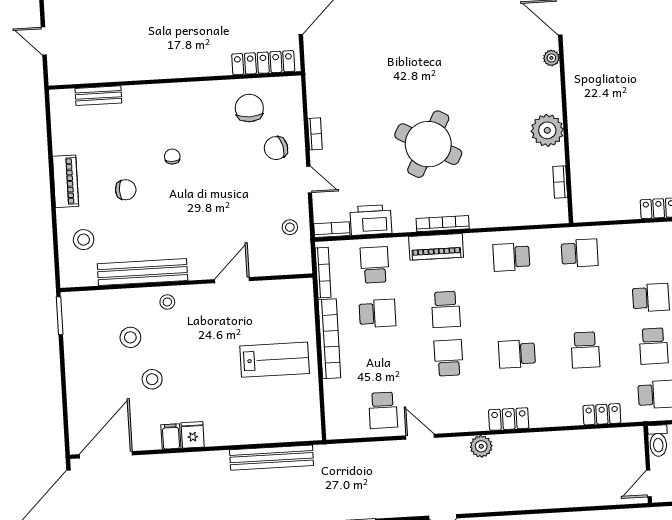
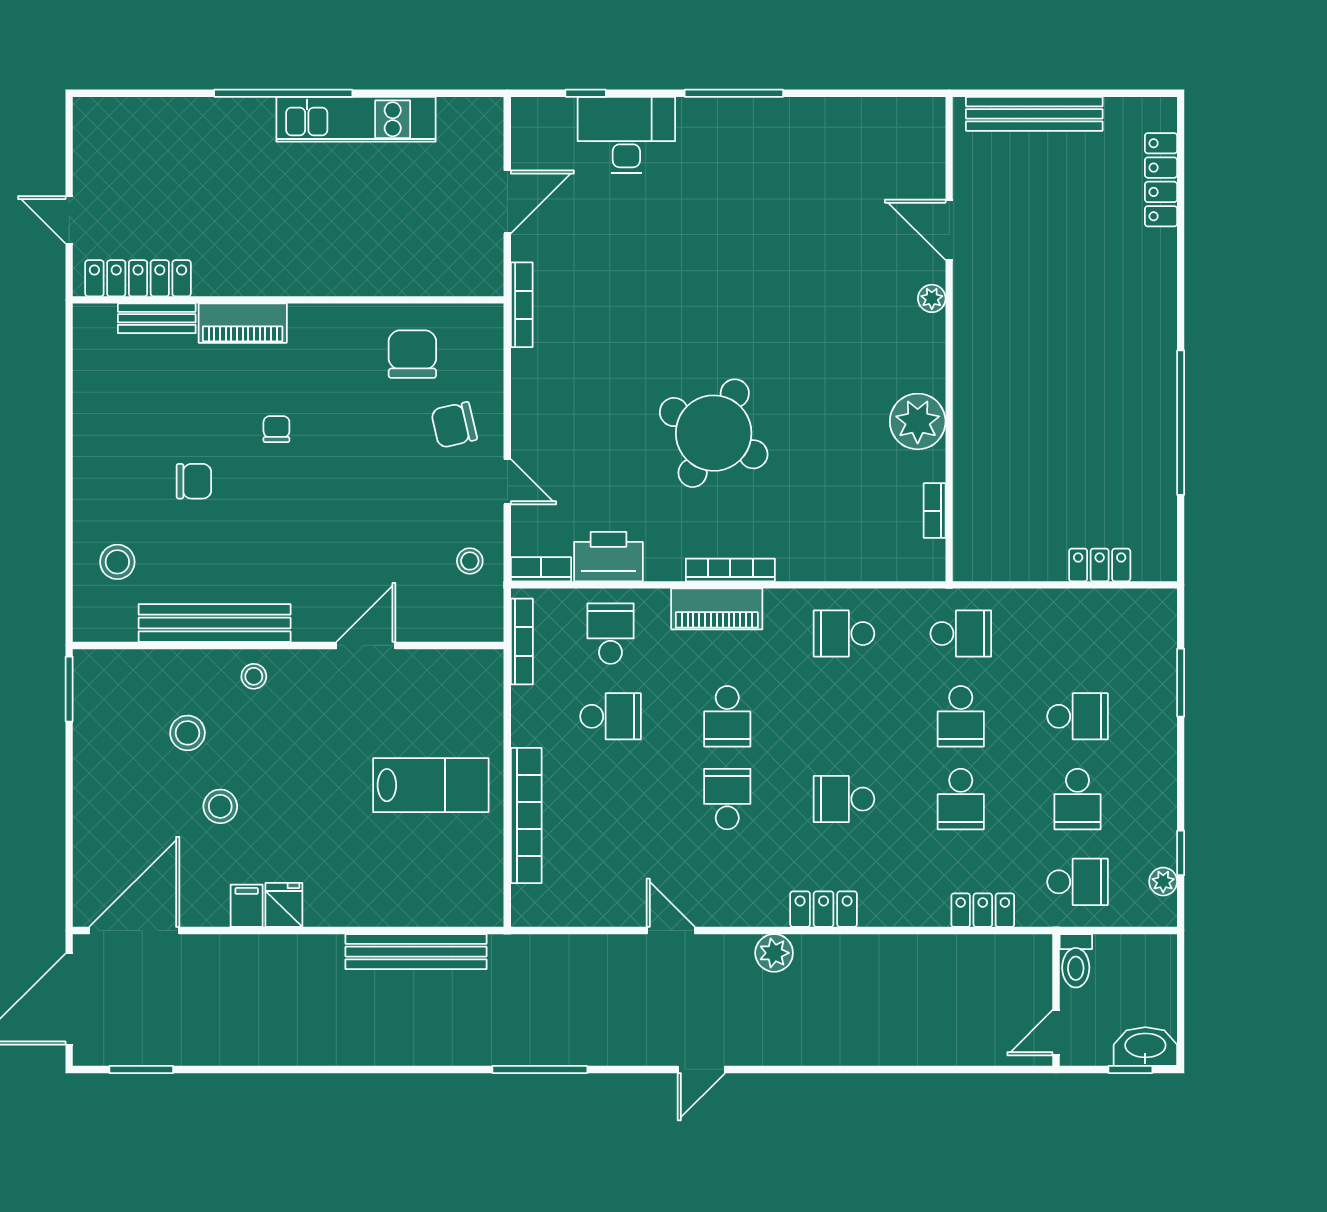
locker: (263, 63) -> (138, 278), moved
bookcase: (315, 134) -> (522, 305), moved, width x1.56
piano: (66, 181) -> (243, 323), moved, turned 90
bookcase: (329, 339) -> (526, 815), moved
school desk: (383, 410) -> (961, 716), moved

